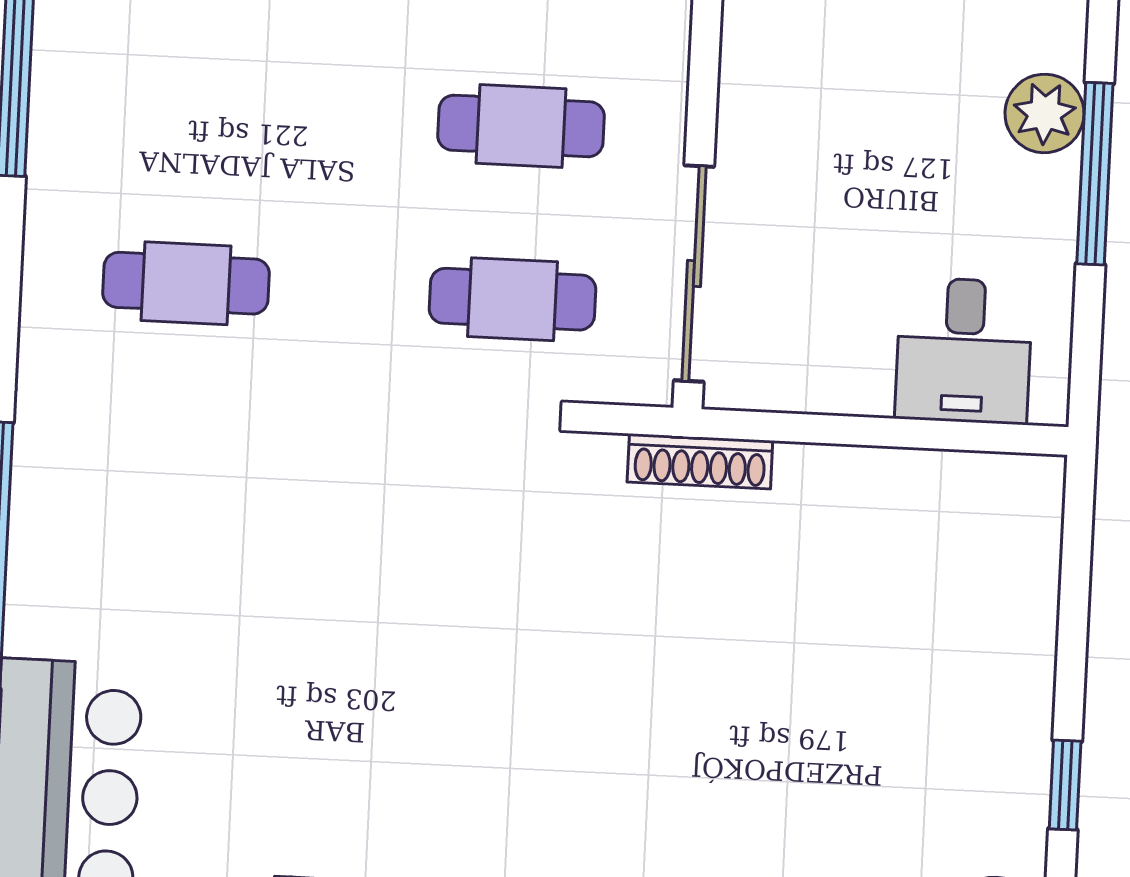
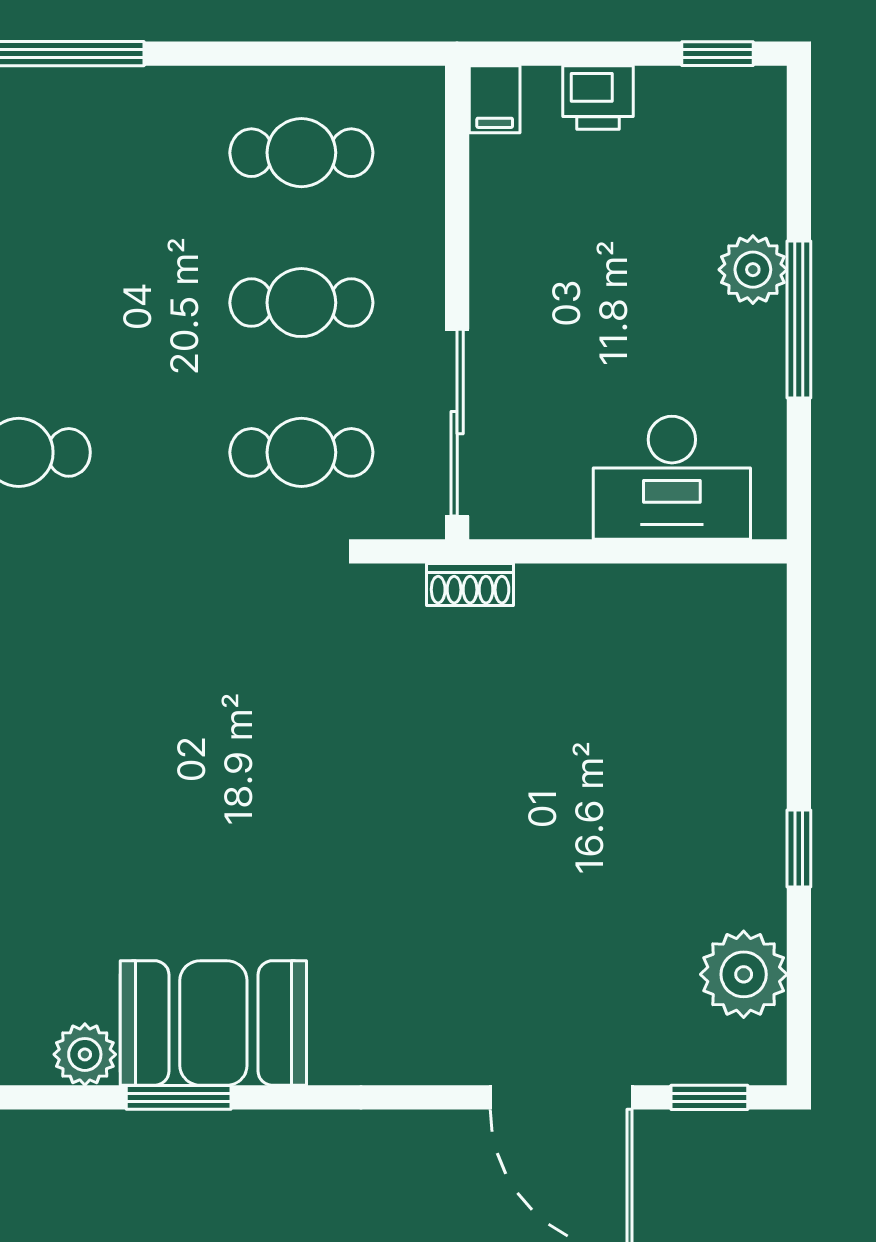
desk: (964, 351) -> (672, 478), width x1.37
shoe rack: (700, 461) -> (470, 585), width x0.70

